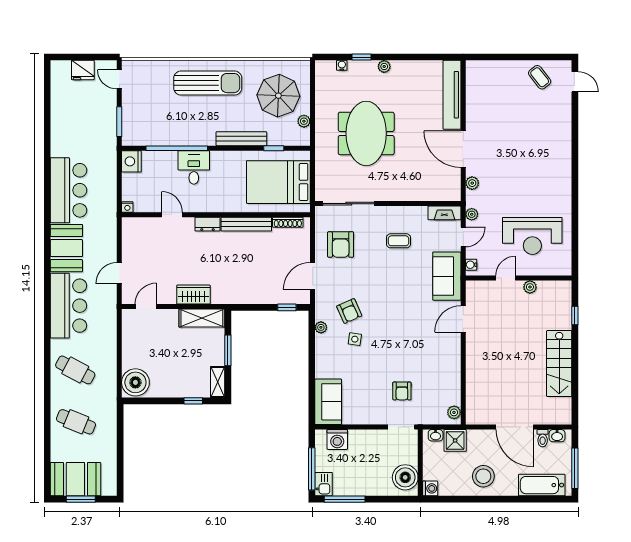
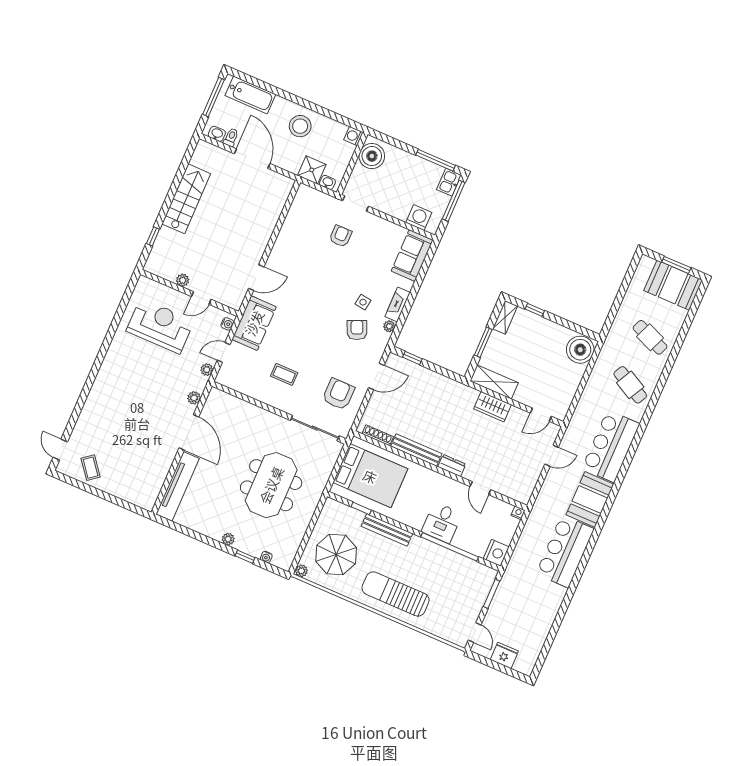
plant: (304, 121) -> (301, 571), moved
fireplace: (444, 213) -> (398, 304), moved, turned -90
plant: (454, 412) -> (302, 196), removed

